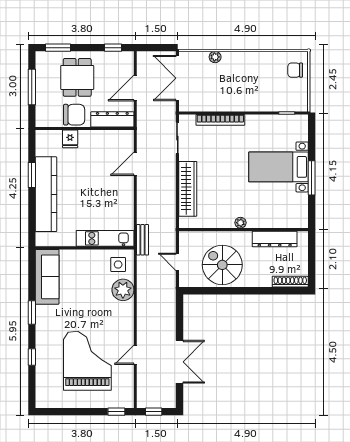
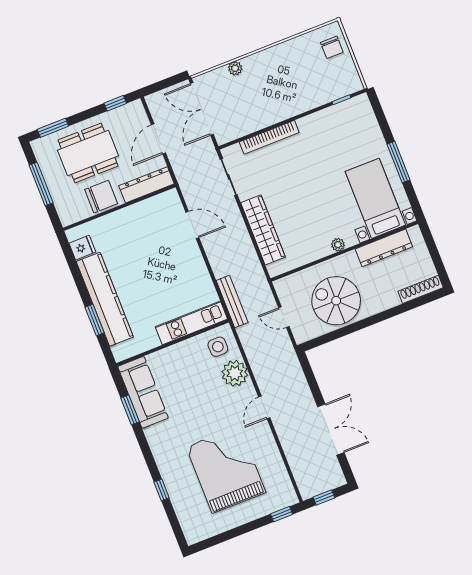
chair: (295, 70) -> (332, 47), turned -90
dining table: (77, 77) -> (88, 153), width x1.38
fridge: (70, 139) -> (82, 248), moved, turned -90
door: (135, 164) -> (192, 225), swing flipped
bed with nightstands: (278, 167) -> (375, 198), moved, turned 90
window: (32, 175) -> (95, 320), moved
bench: (143, 240) -> (232, 301), width x1.36
window: (32, 313) -> (130, 410), moved
door: (135, 355) -> (264, 407), moved

